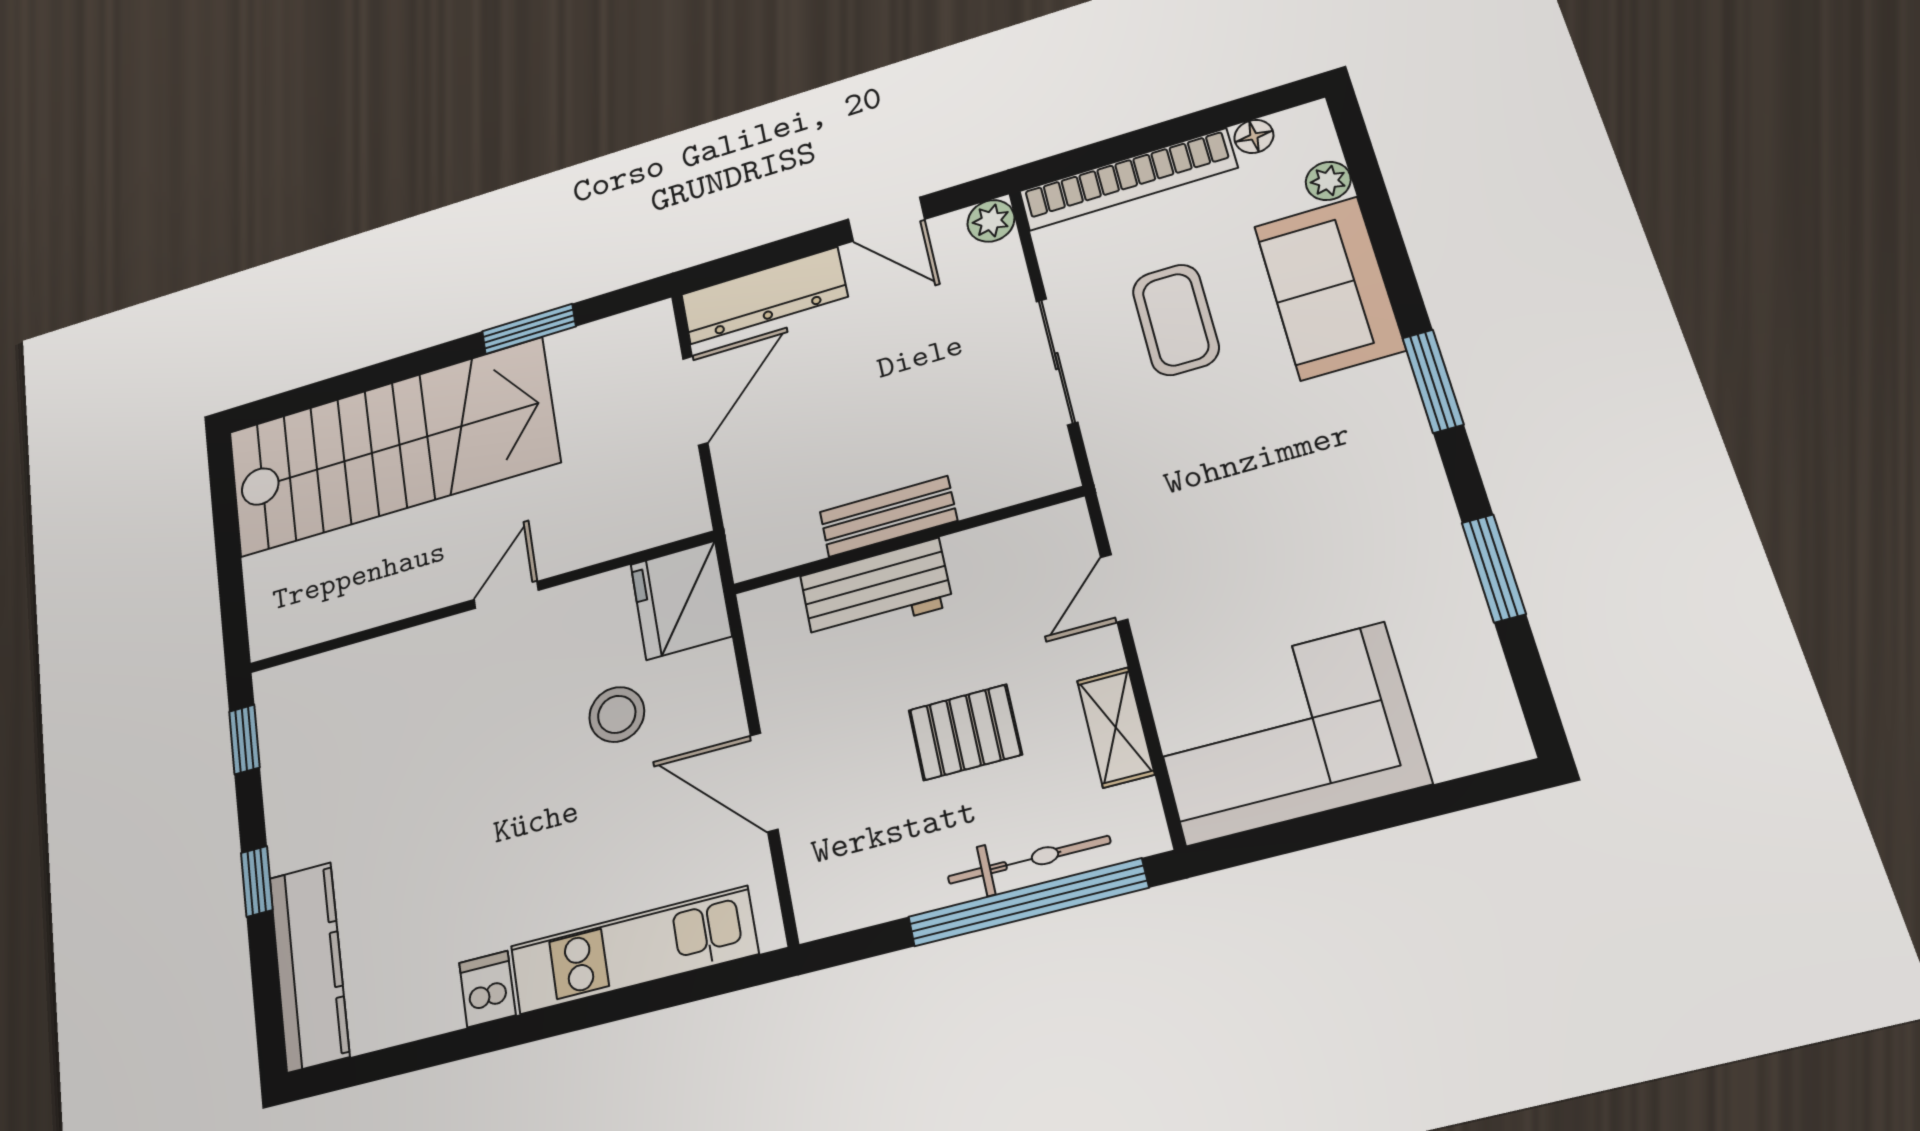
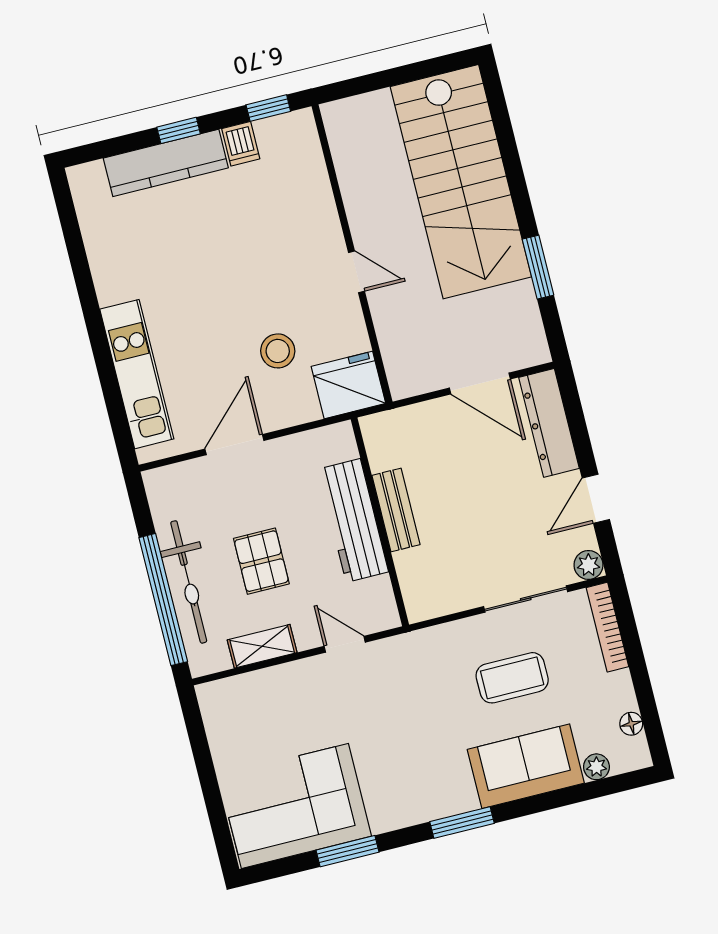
bookcase: (1128, 180) -> (607, 627), width x0.68, depth x0.76
sliding door: (1057, 361) -> (526, 599), moved
workbench: (876, 590) -> (353, 520), width x1.38
corner sofa: (1286, 734) -> (295, 806), moved, turned -90
bicycle: (1029, 860) -> (189, 582), width x1.37, depth x1.40
kitchen counter: (309, 966) -> (166, 163), moved
dishwasher: (487, 989) -> (241, 144), moved, turned 90

